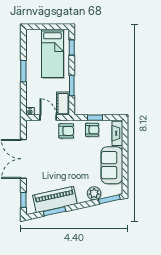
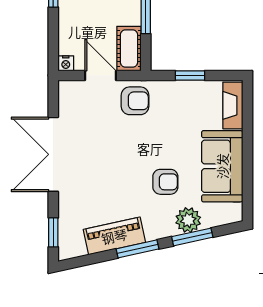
armchair: (92, 130) -> (165, 182), moved
piano: (55, 199) -> (114, 236), width x0.73, depth x0.75
window: (109, 199) -> (192, 237), moved
window: (54, 211) -> (137, 249), moved

